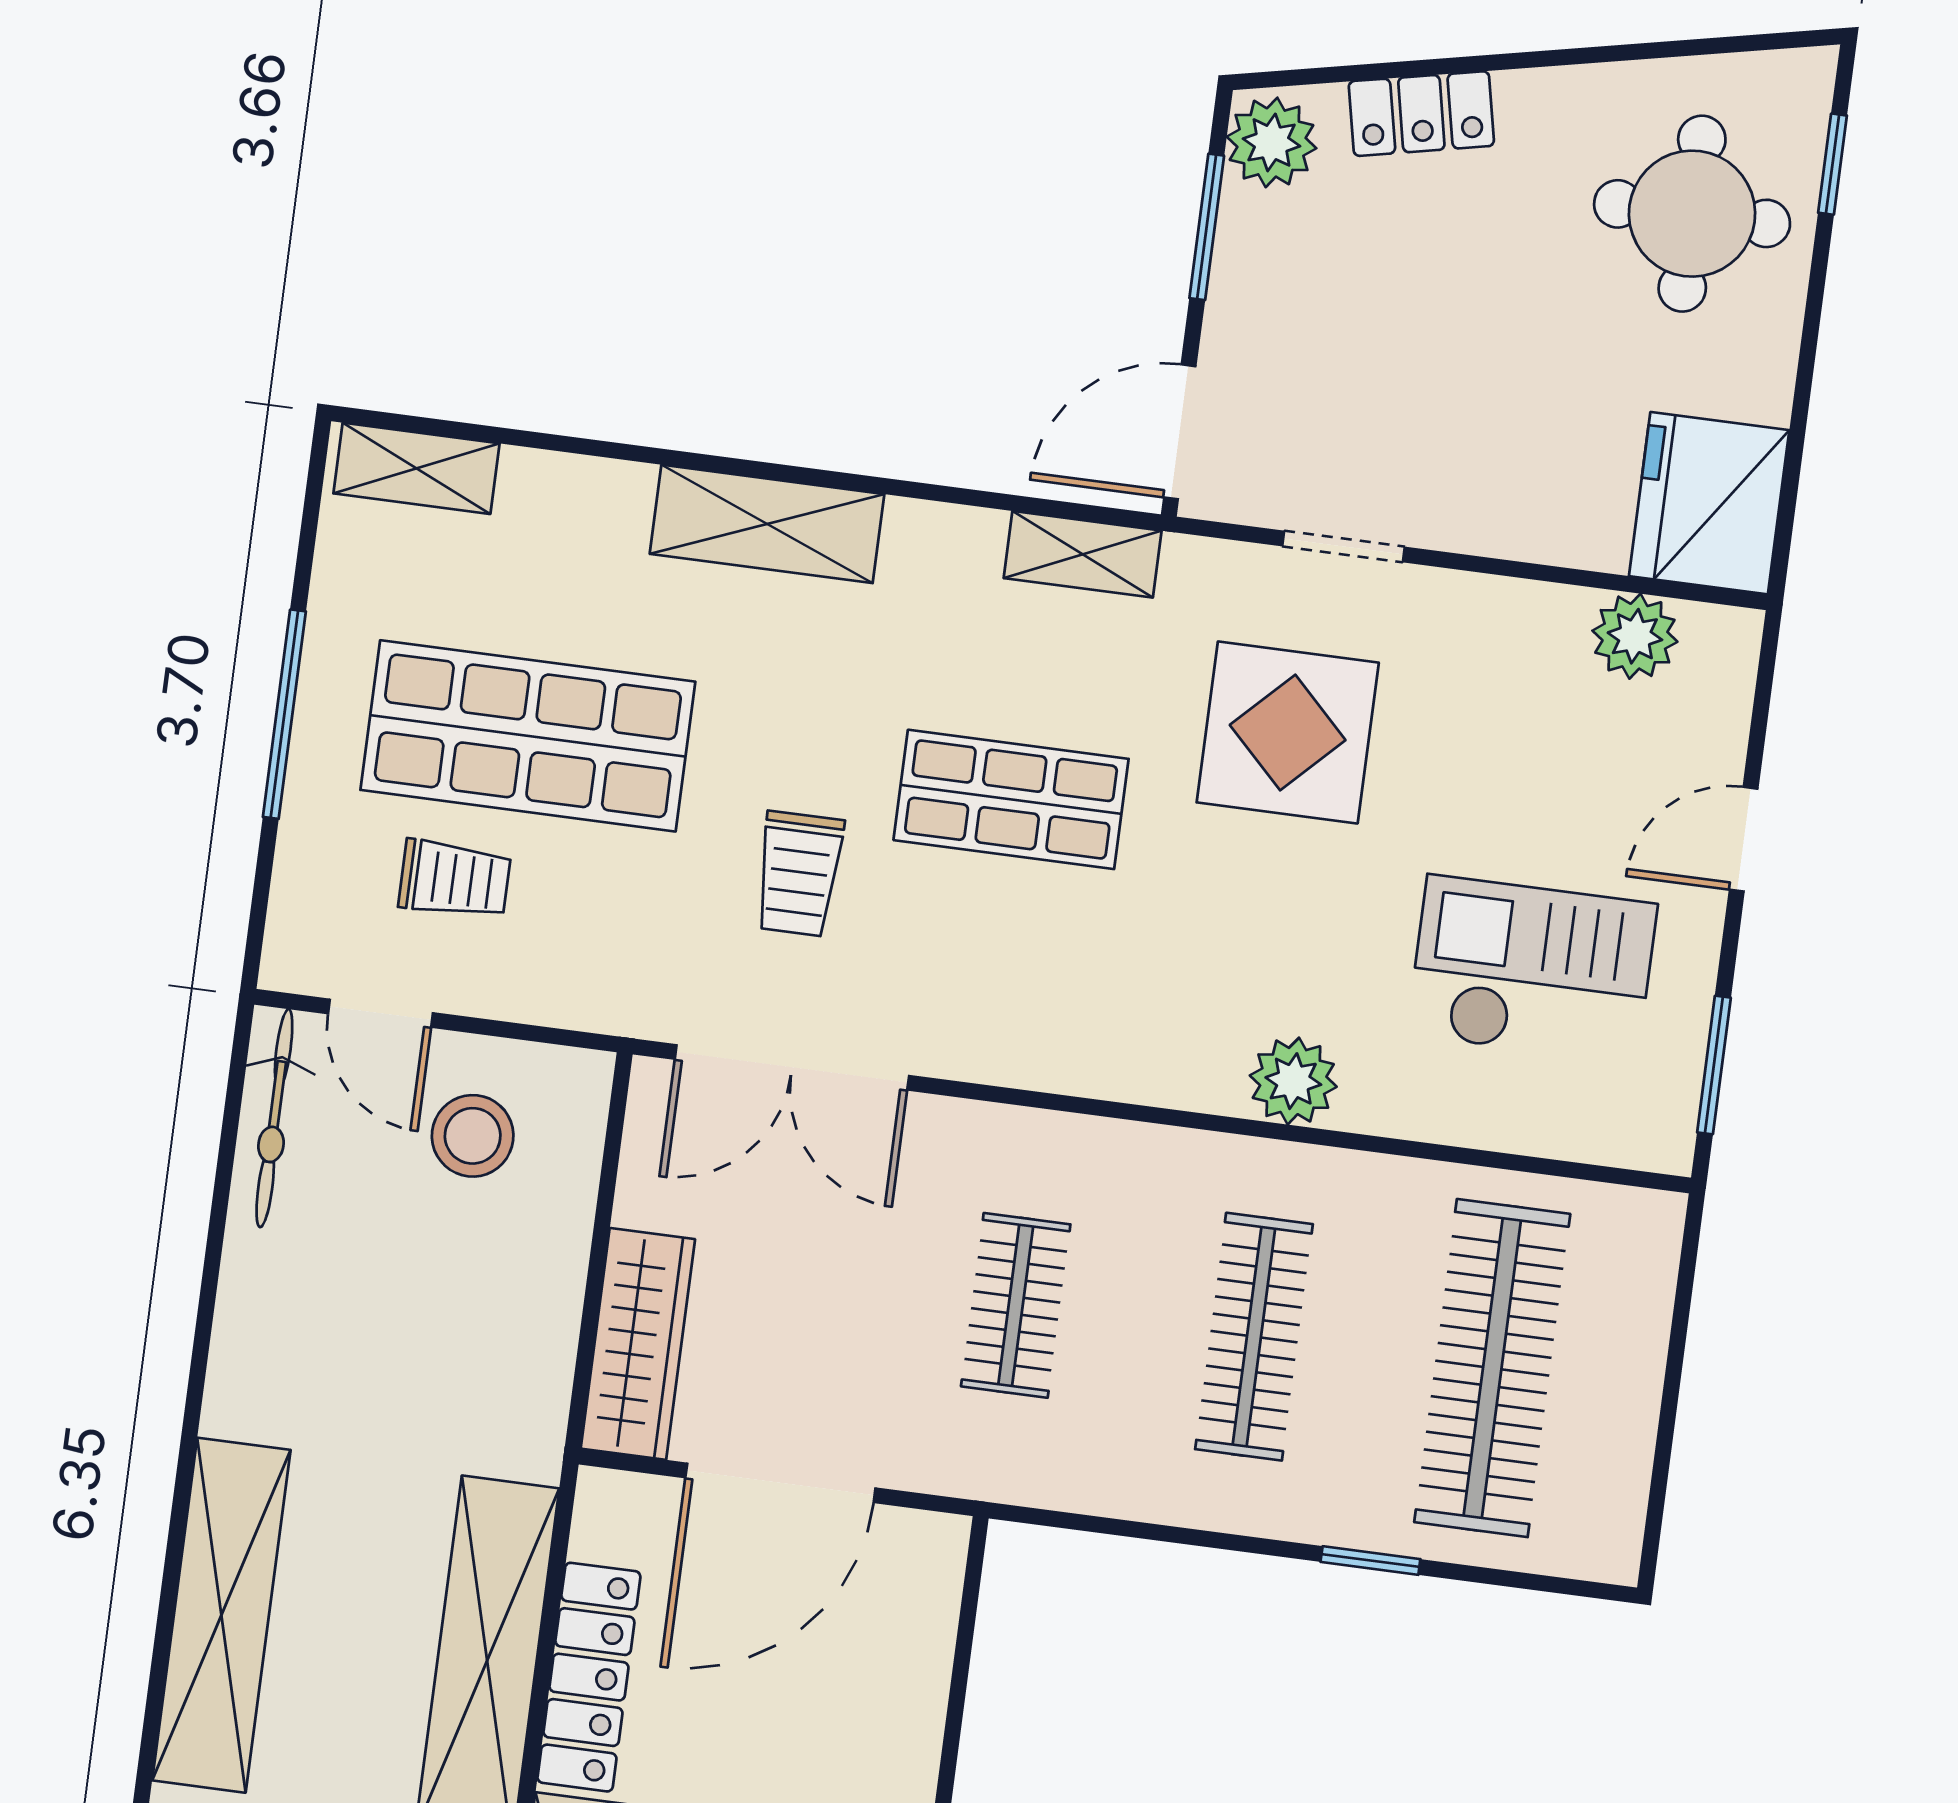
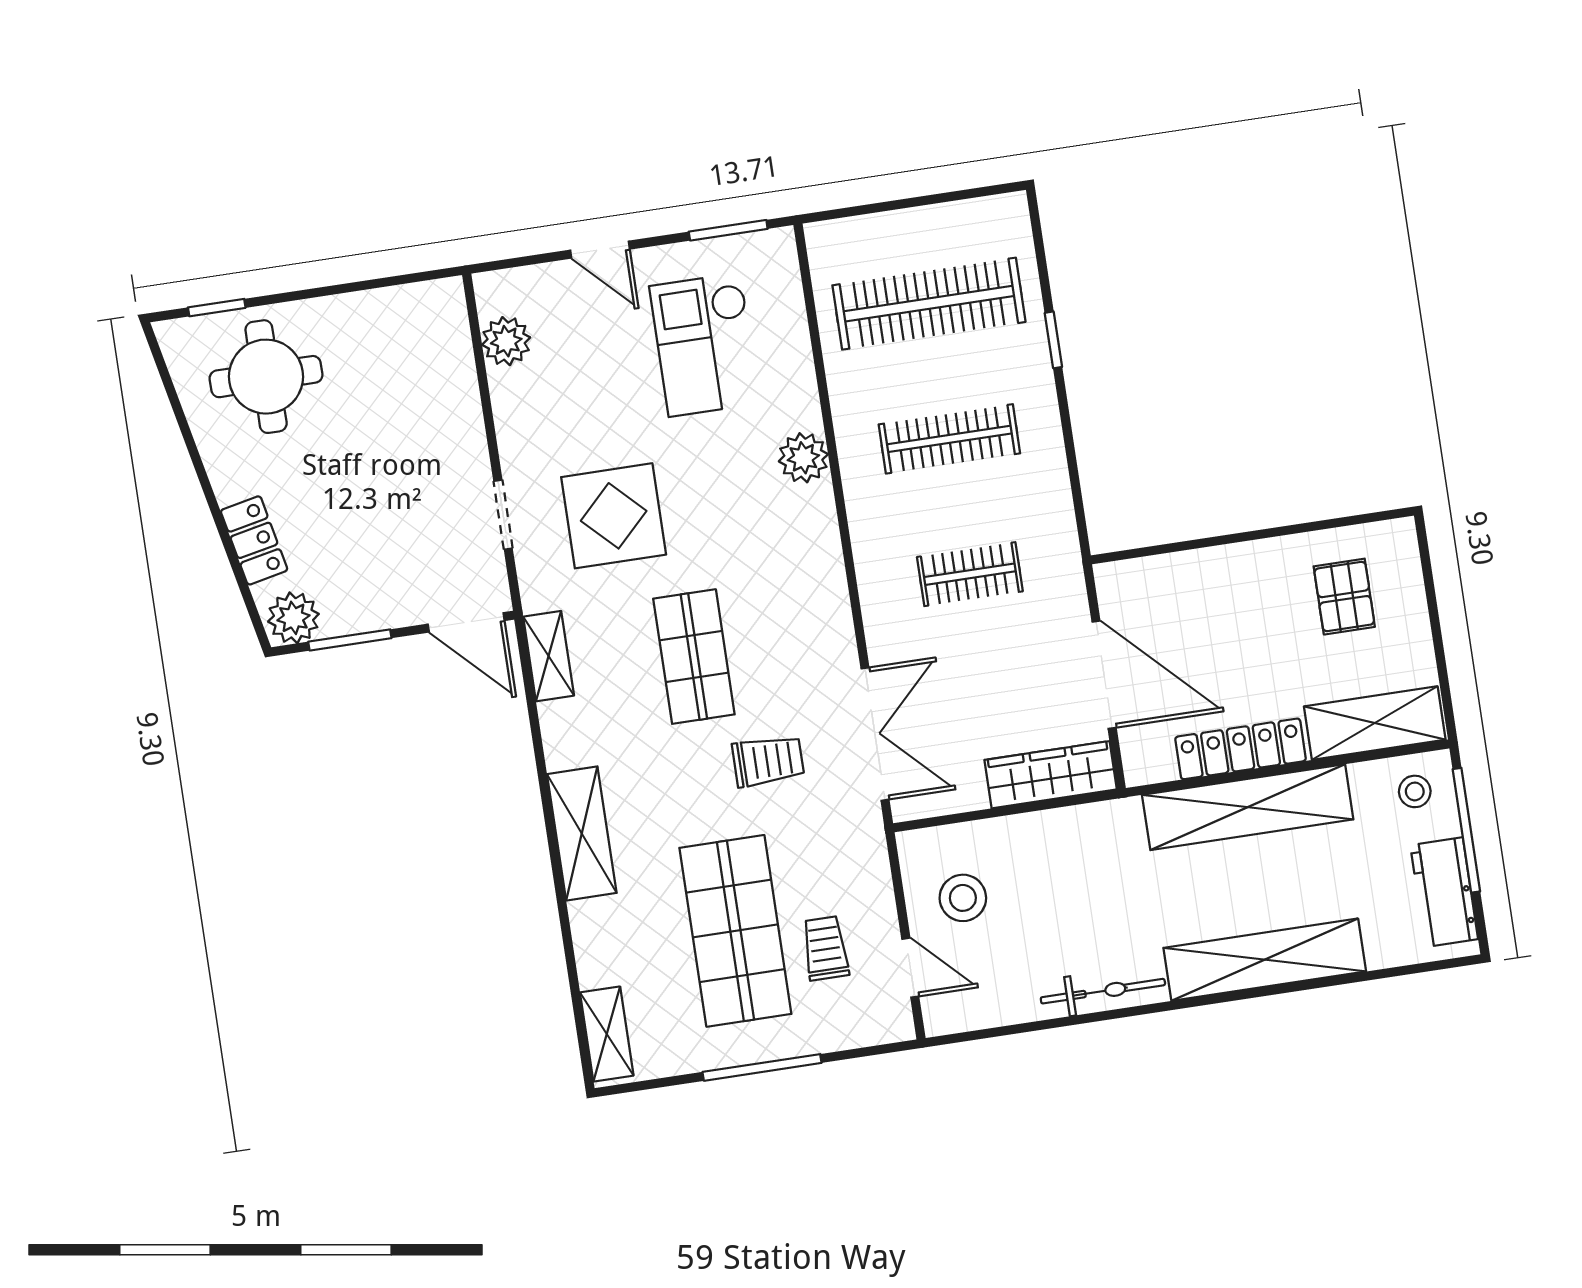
fridge: (1709, 503) -> (422, 322), removed
door: (381, 1013) -> (910, 968), hinge flipped
bicycle: (274, 1118) -> (1103, 991), moved

